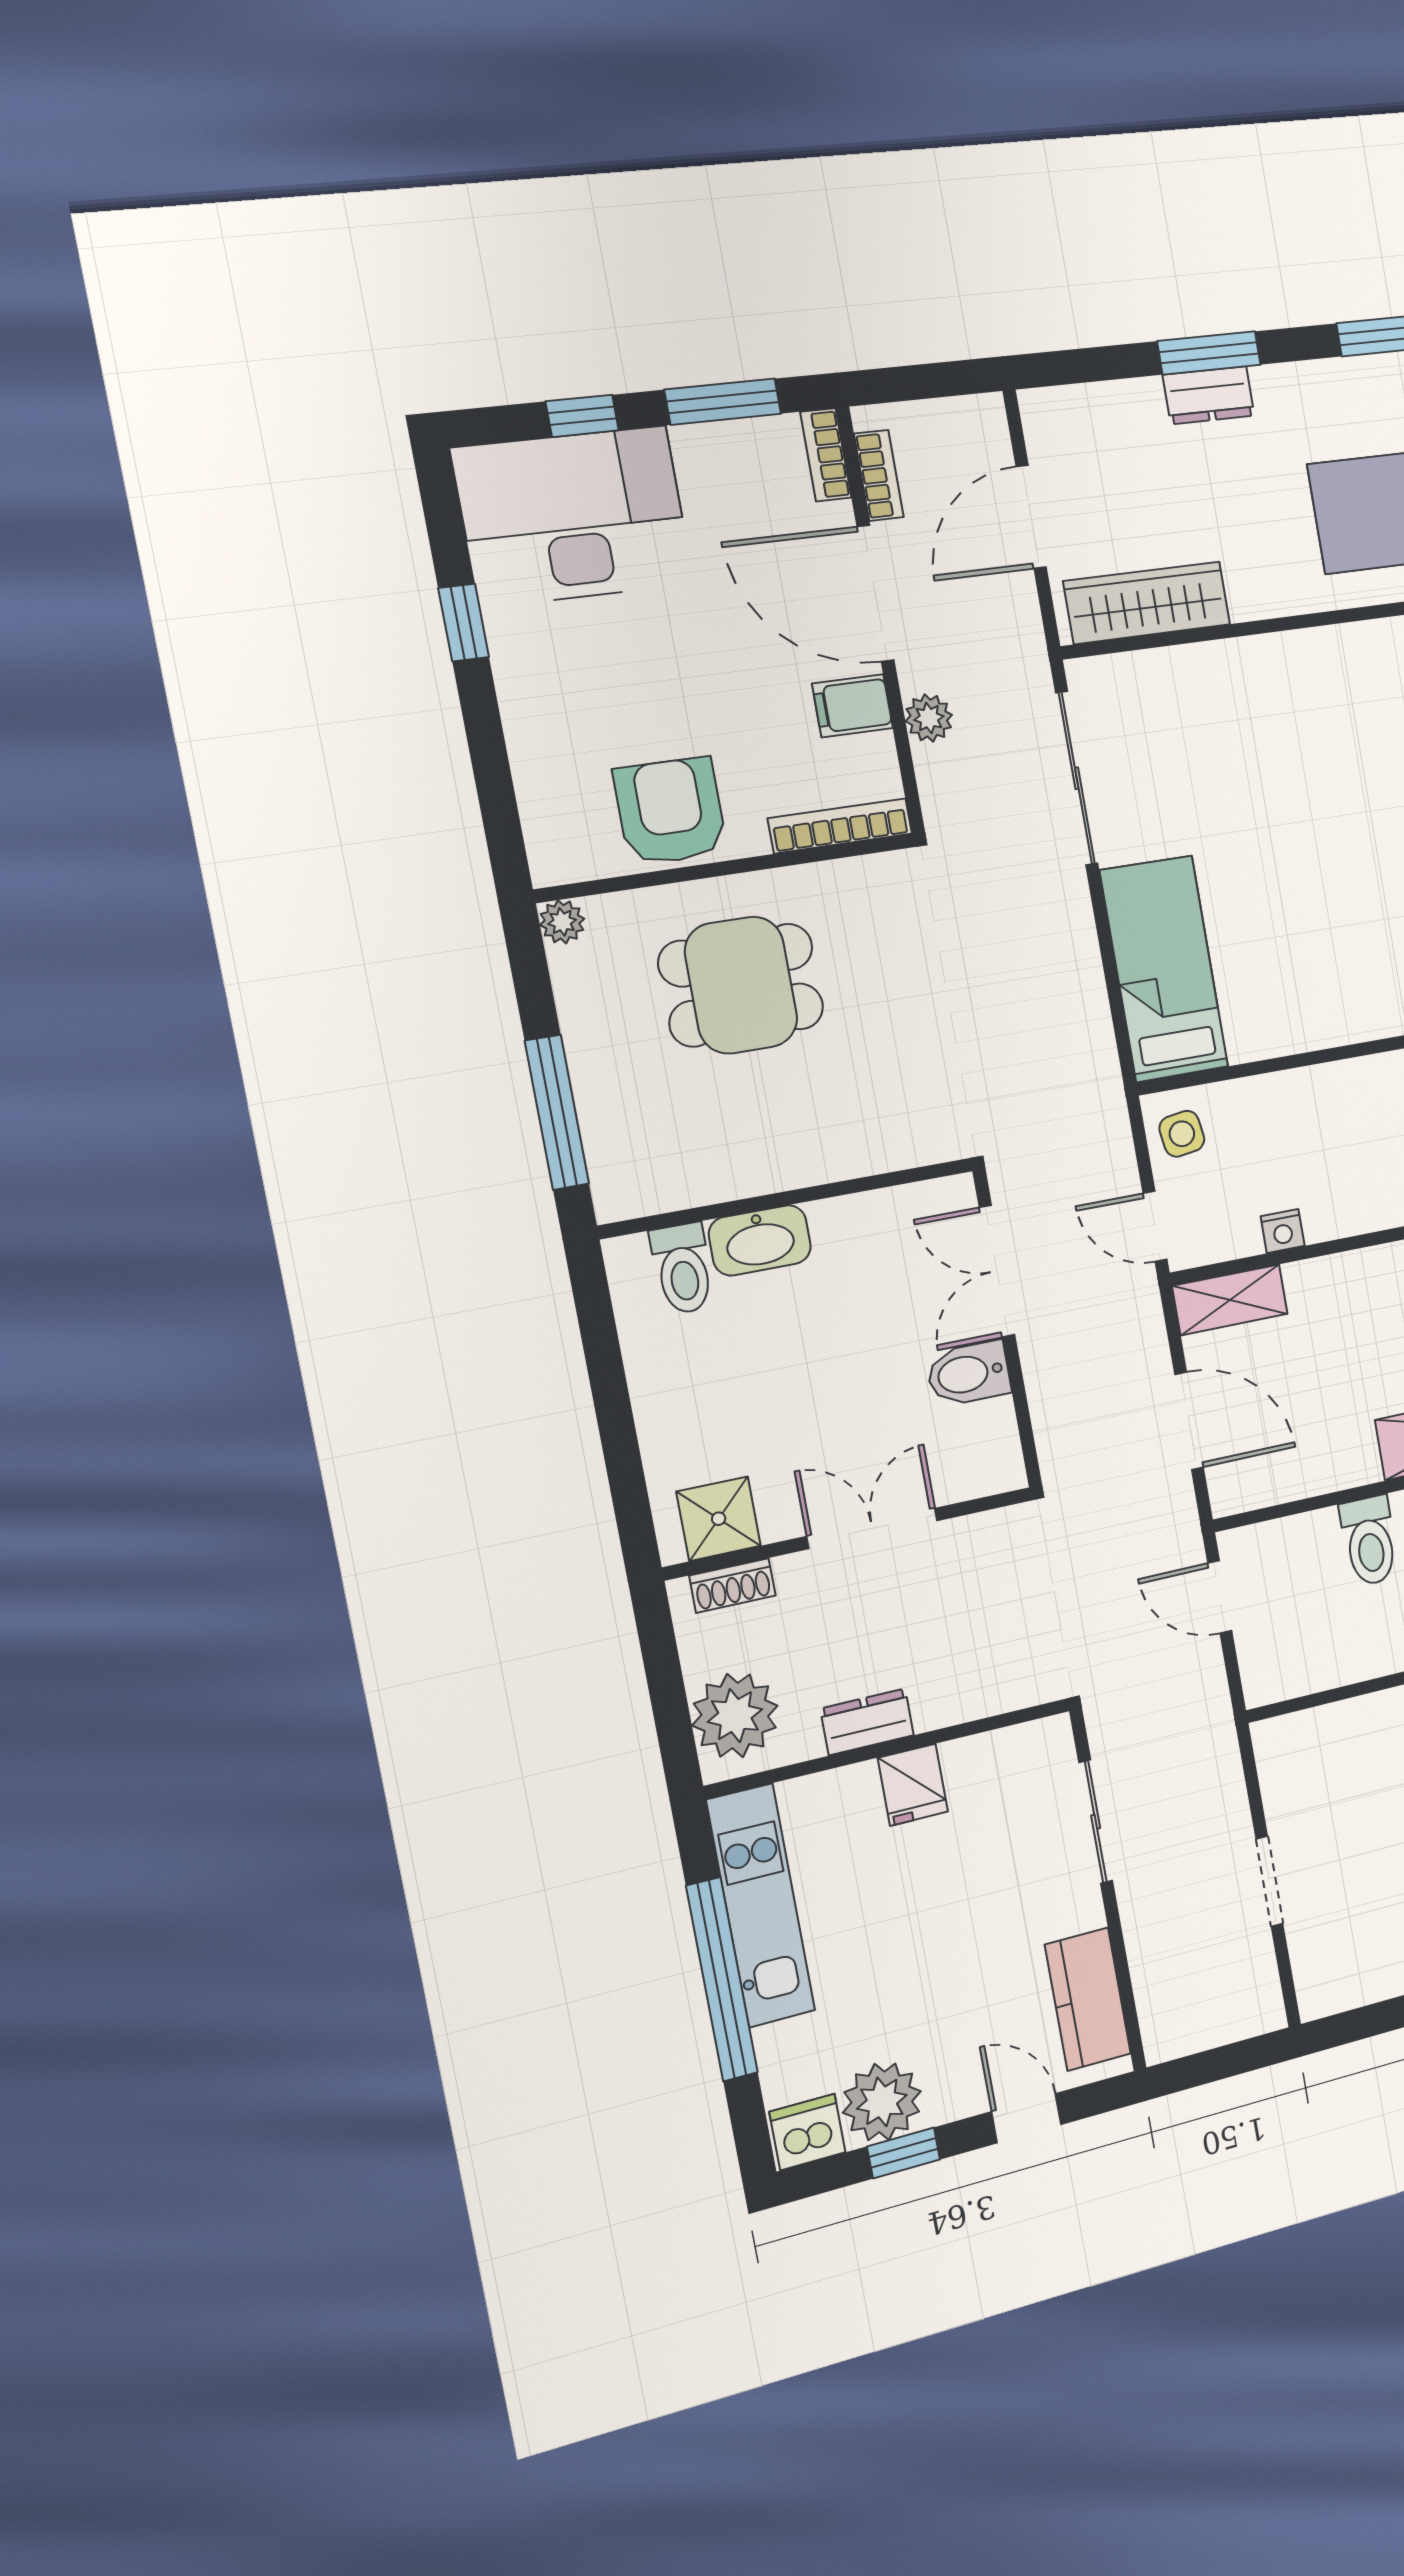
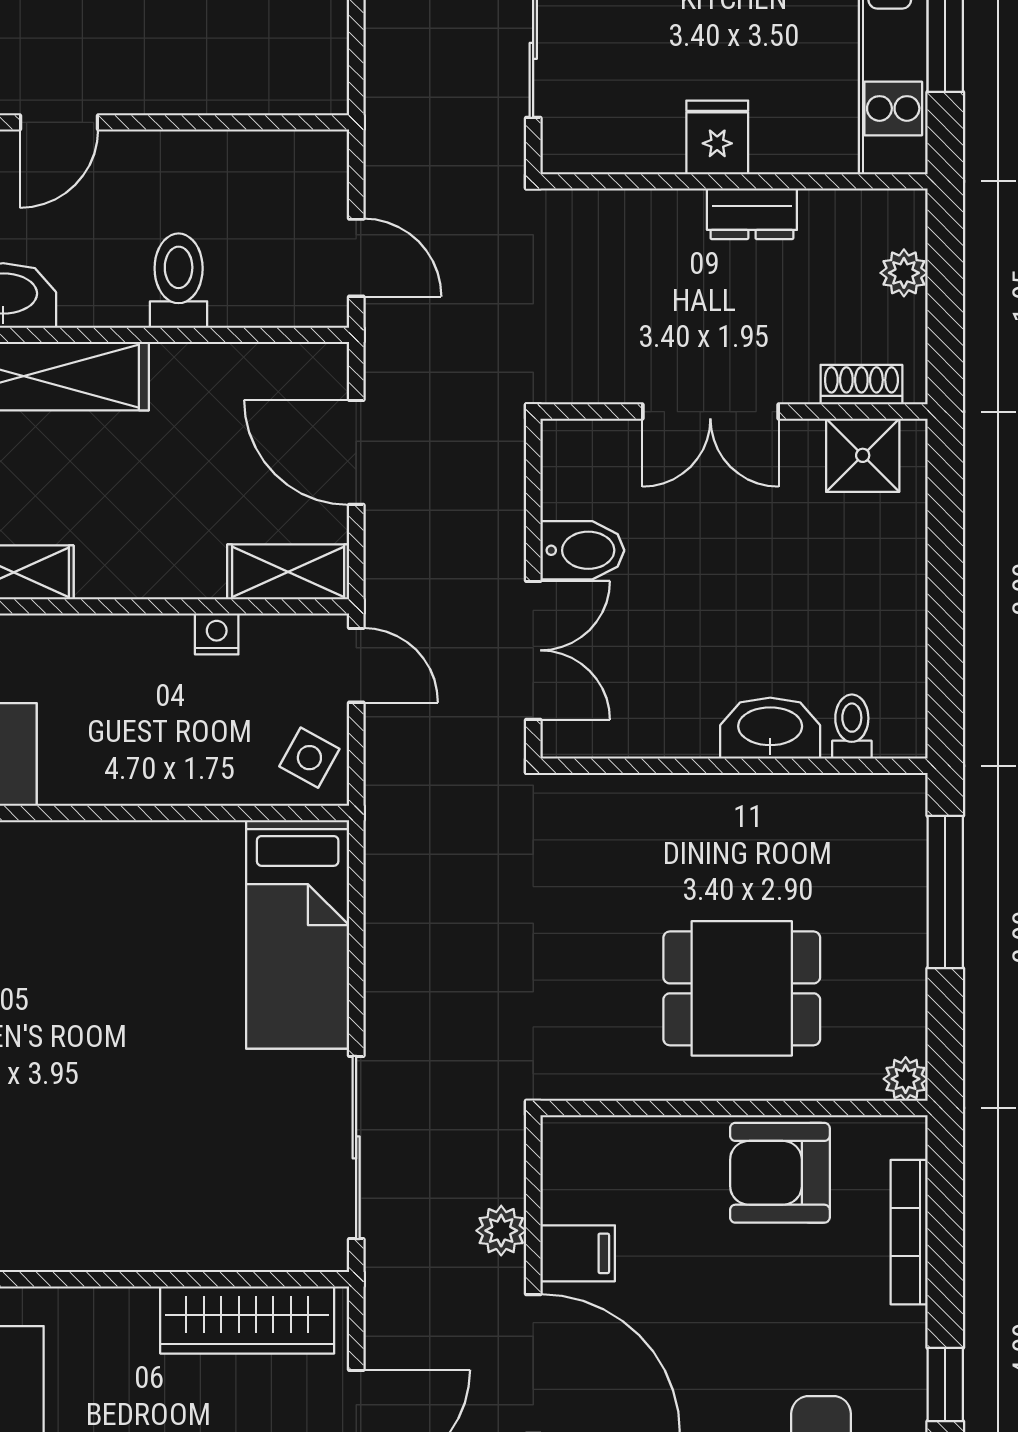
armchair: (670, 811) -> (780, 1173), turned 90
bookcase: (840, 826) -> (909, 1232), moved, turned 90
side table: (1182, 1134) -> (309, 758), turned 37
toilet: (683, 1269) -> (852, 727), width x0.73, depth x0.72
plant: (735, 1716) -> (904, 273), width x0.53, depth x0.53

